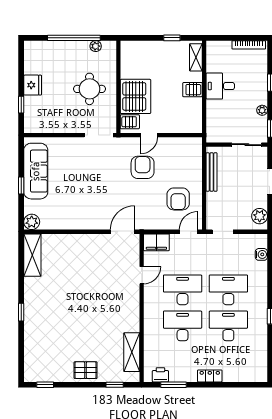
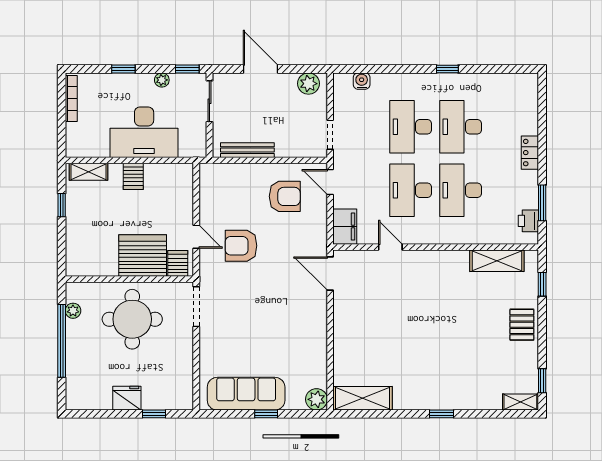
desk: (220, 86) -> (144, 132), width x1.87, depth x1.30
round table: (90, 89) -> (132, 319), width x1.36, depth x1.36
shelving: (30, 369) -> (520, 402), added

